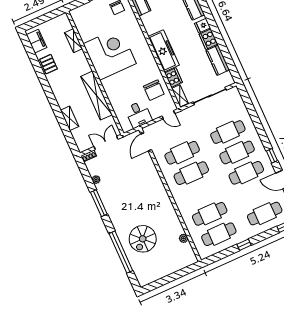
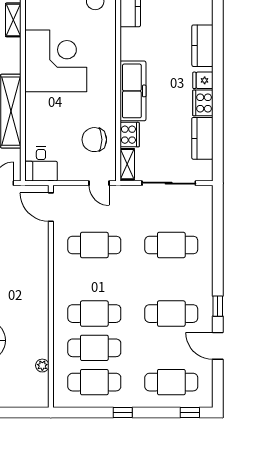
chair: (154, 90) -> (94, 140), turned 90
desk: (138, 114) -> (41, 164), moved
door: (146, 142) -> (51, 207), hinge flipped
cafe table: (237, 152) -> (171, 279), removed
cafe table: (191, 173) -> (94, 314), moved

